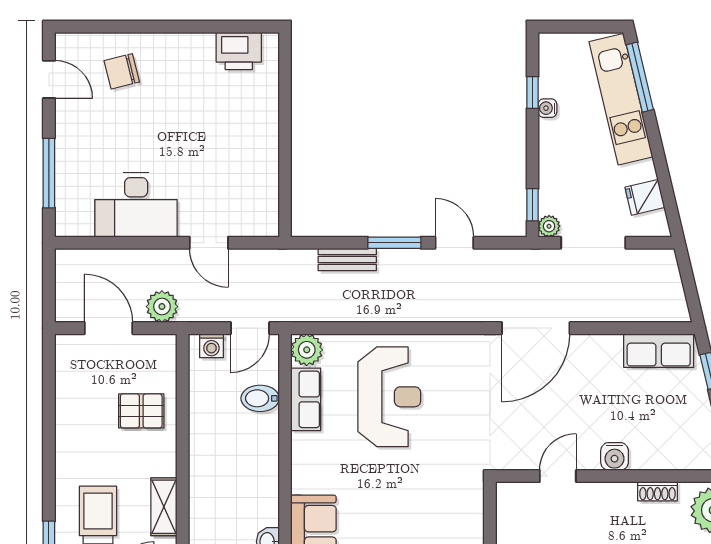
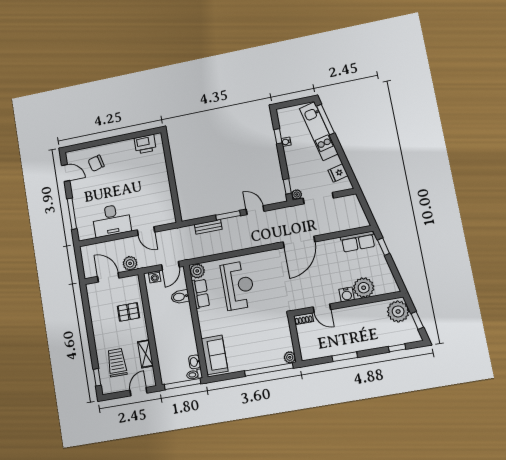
plant: (652, 449) -> (364, 288), added
door: (558, 476) -> (322, 308), swing flipped
shoe rack: (658, 491) -> (303, 319), moved

